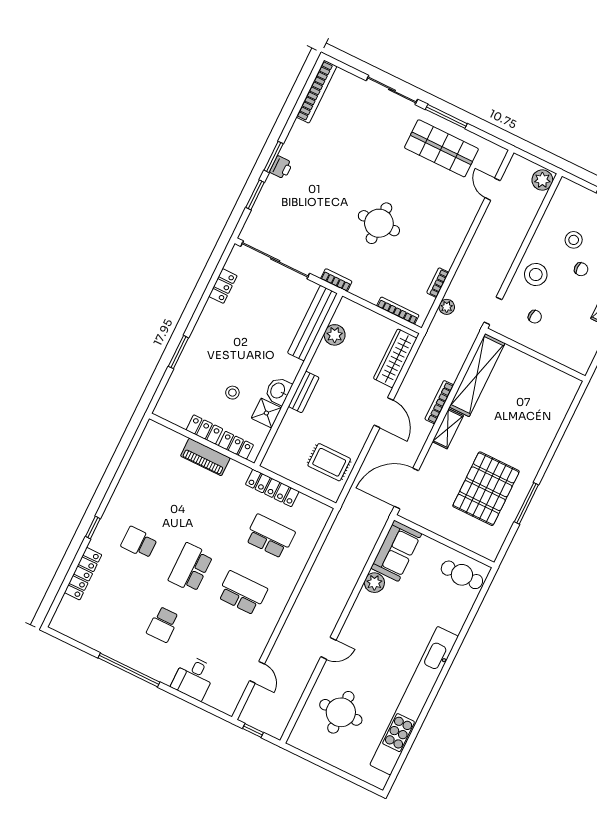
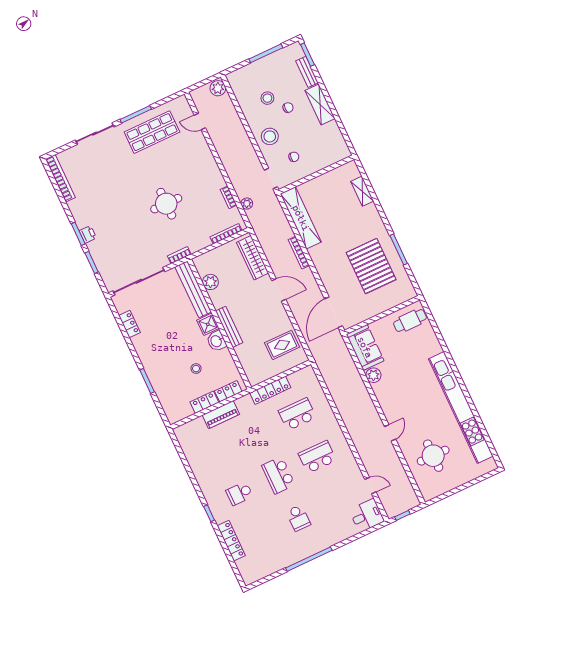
bench: (304, 392) -> (229, 327), width x1.36
shower: (266, 413) -> (208, 324), moved
shelving: (448, 429) -> (362, 191), moved
desk: (194, 678) -> (367, 515), moved, turned -90

